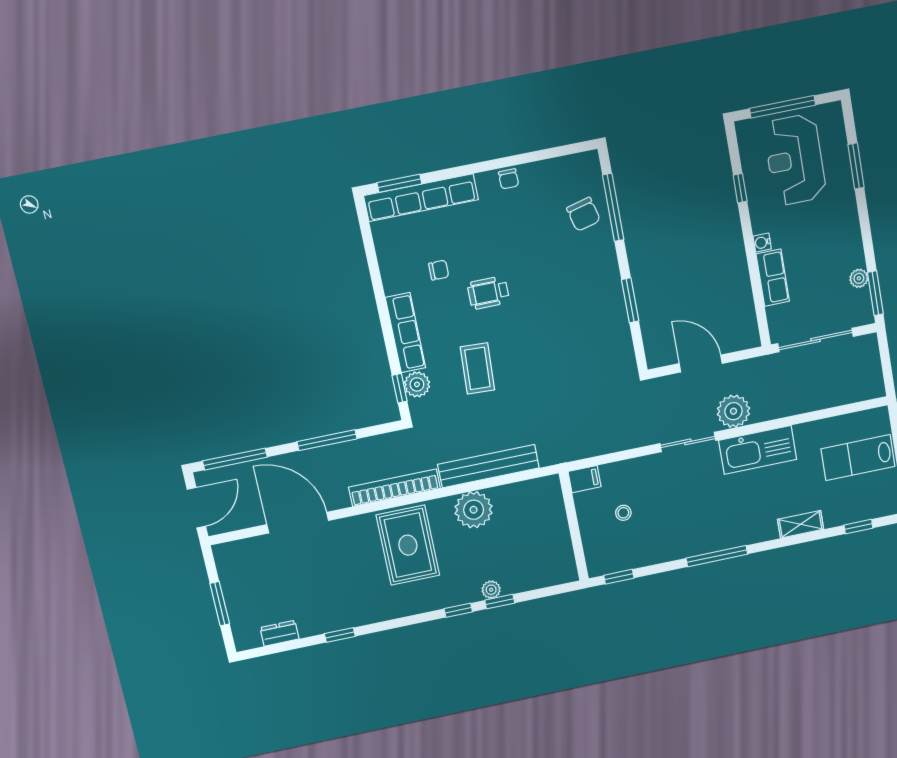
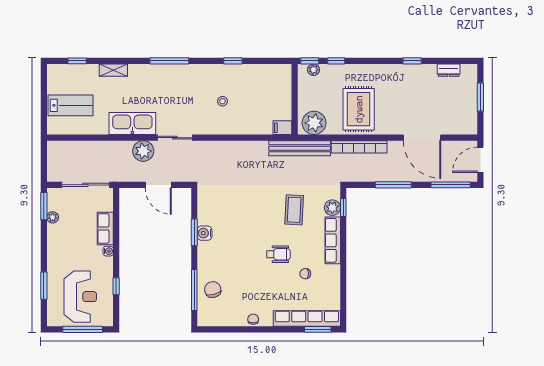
water cooler: (614, 302) -> (205, 233), added
filing cabinet: (584, 479) -> (282, 128), moved
wall: (574, 526) -> (295, 99), moved

